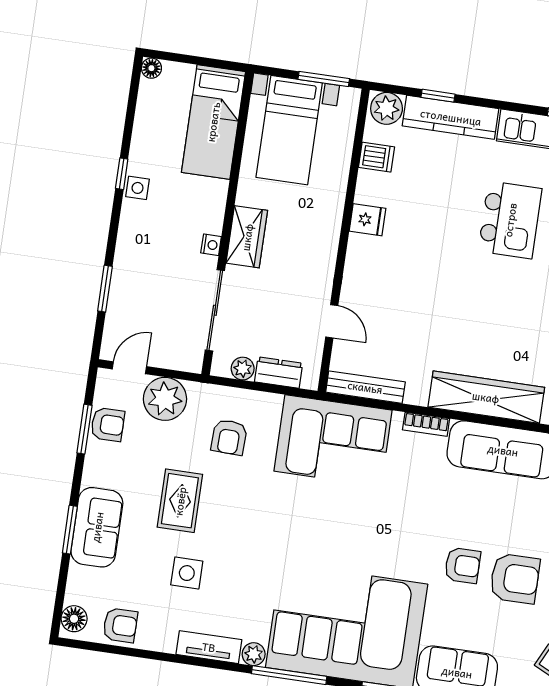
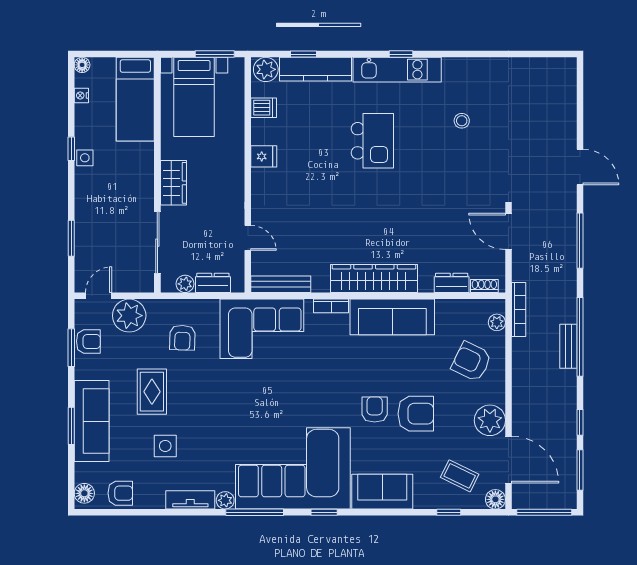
nightstand: (211, 245) -> (81, 96), moved, turned 180
sofa: (97, 527) -> (92, 421), width x1.36
armchair: (463, 565) -> (375, 409), turned -90

